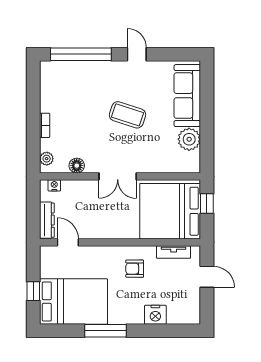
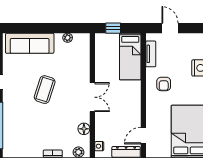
plant: (189, 139) -> (68, 38), width x0.53, depth x0.53
bed: (170, 211) -> (130, 57), width x0.49
door: (207, 277) -> (170, 28), hinge flipped

